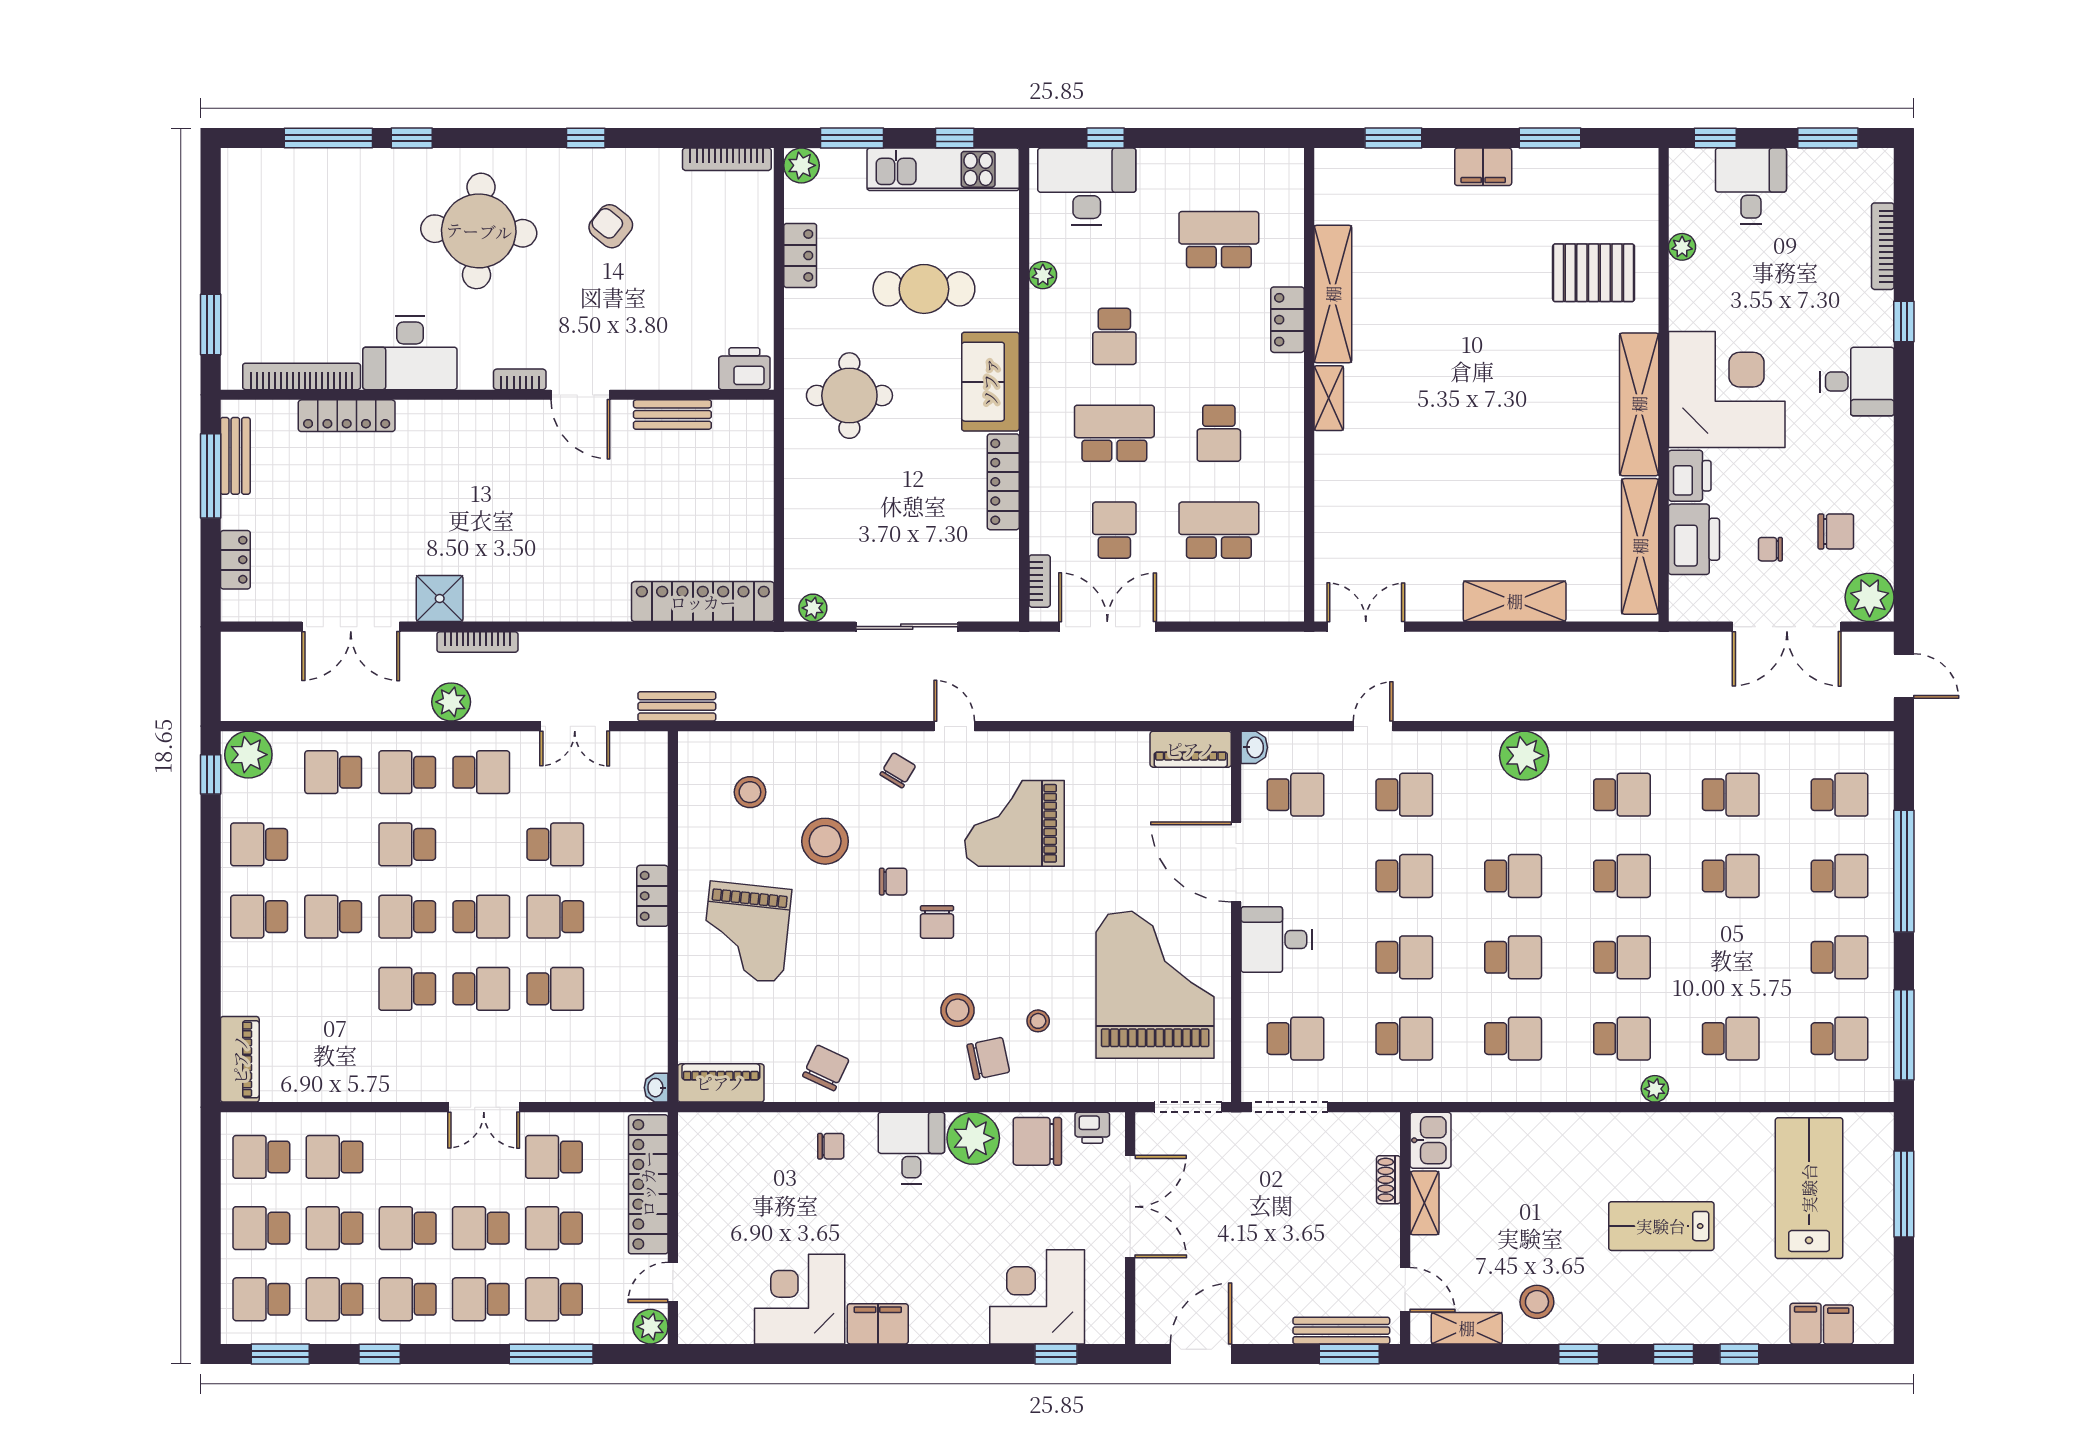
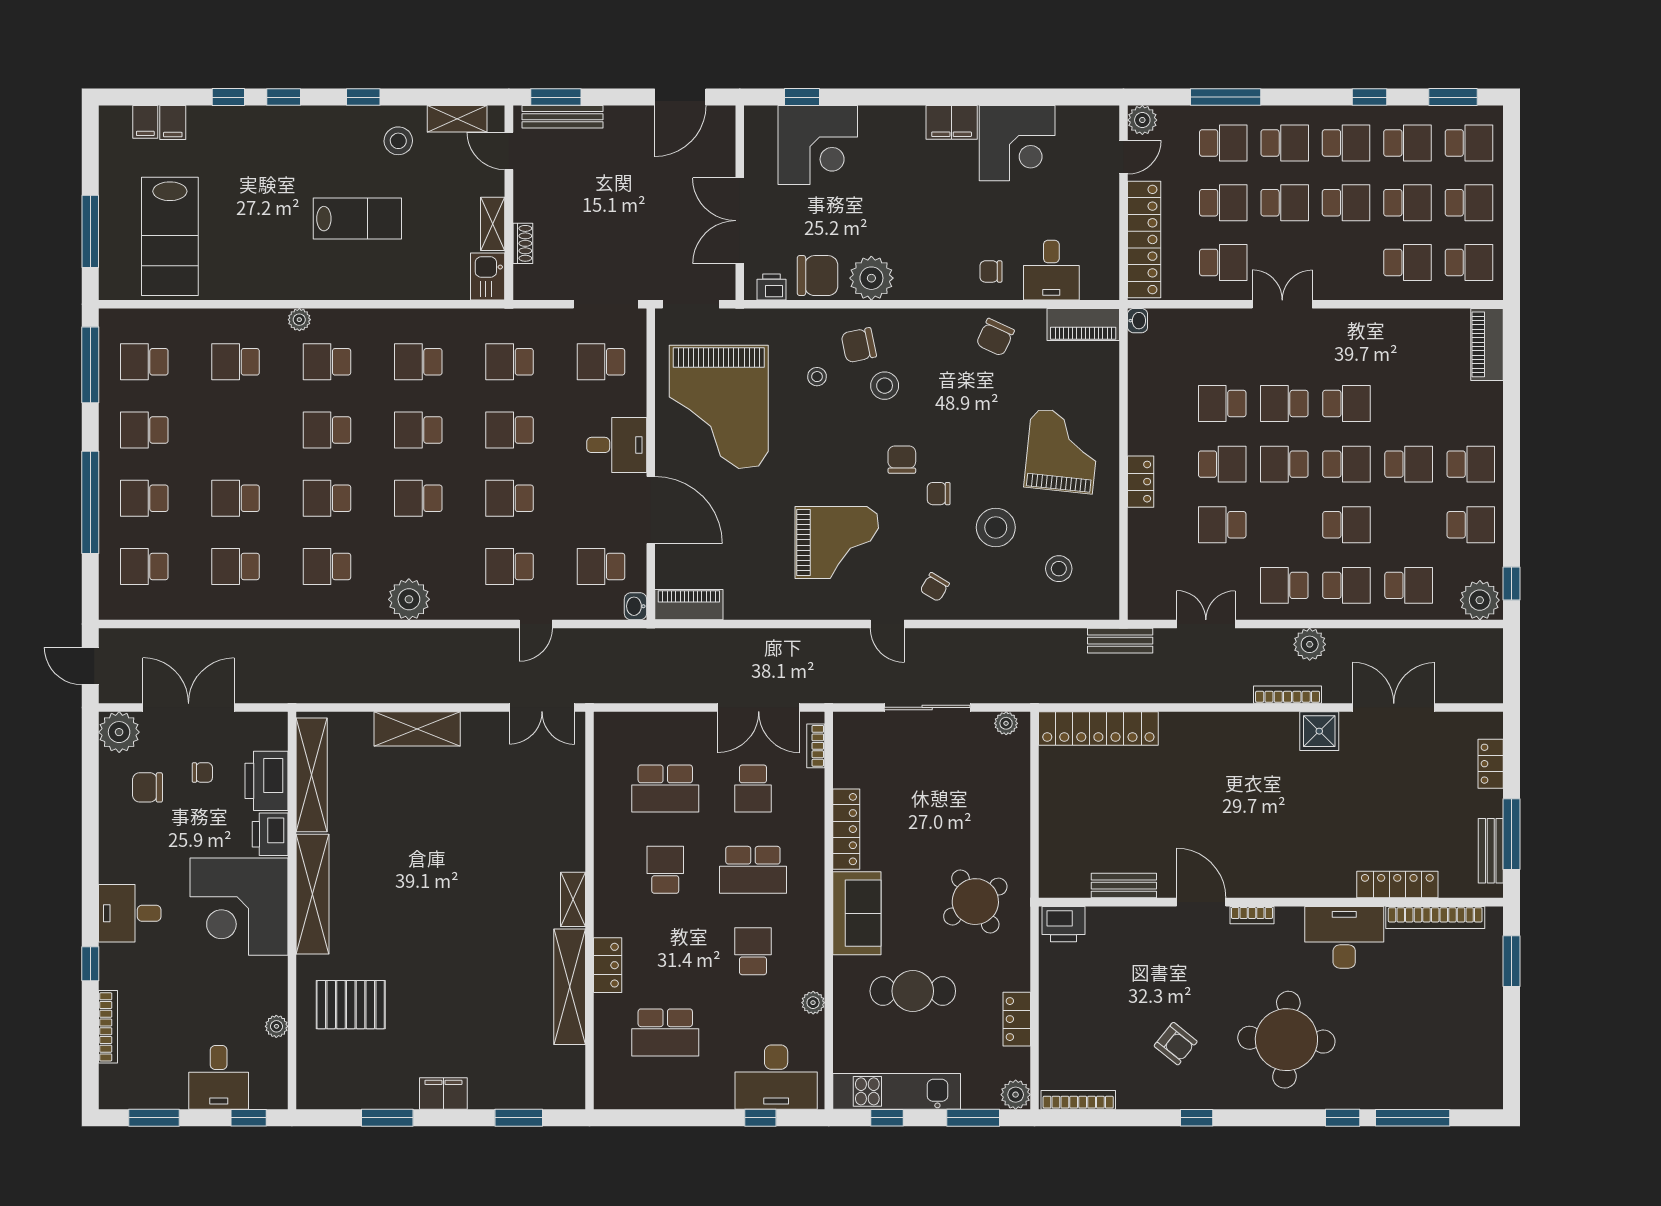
round table: (849, 396) -> (975, 902), turned -33
desk: (911, 1148) -> (1051, 270), moved
lab bench: (1661, 1226) -> (357, 219), moved

